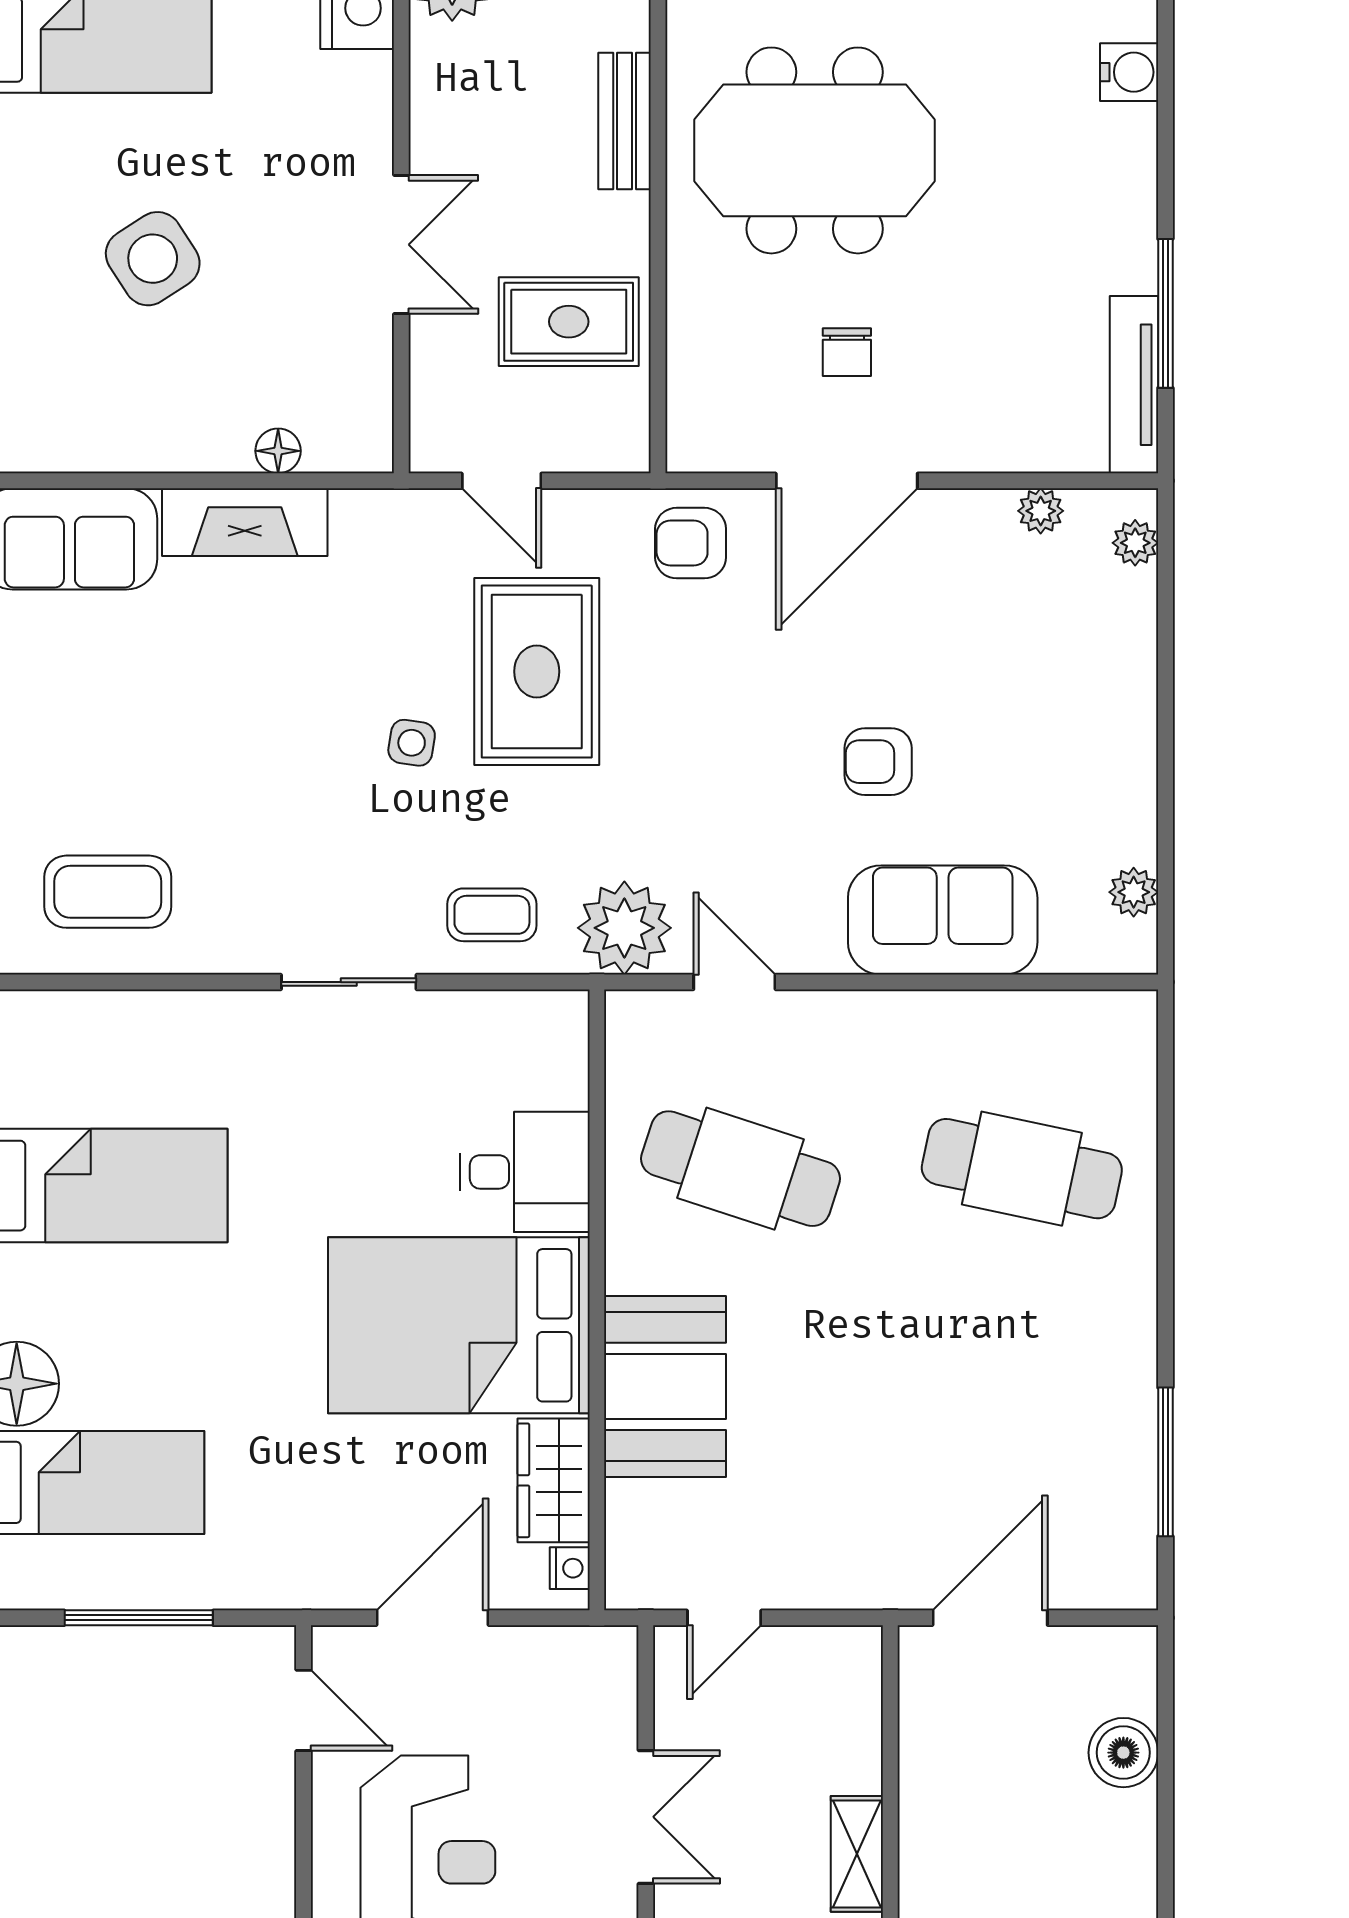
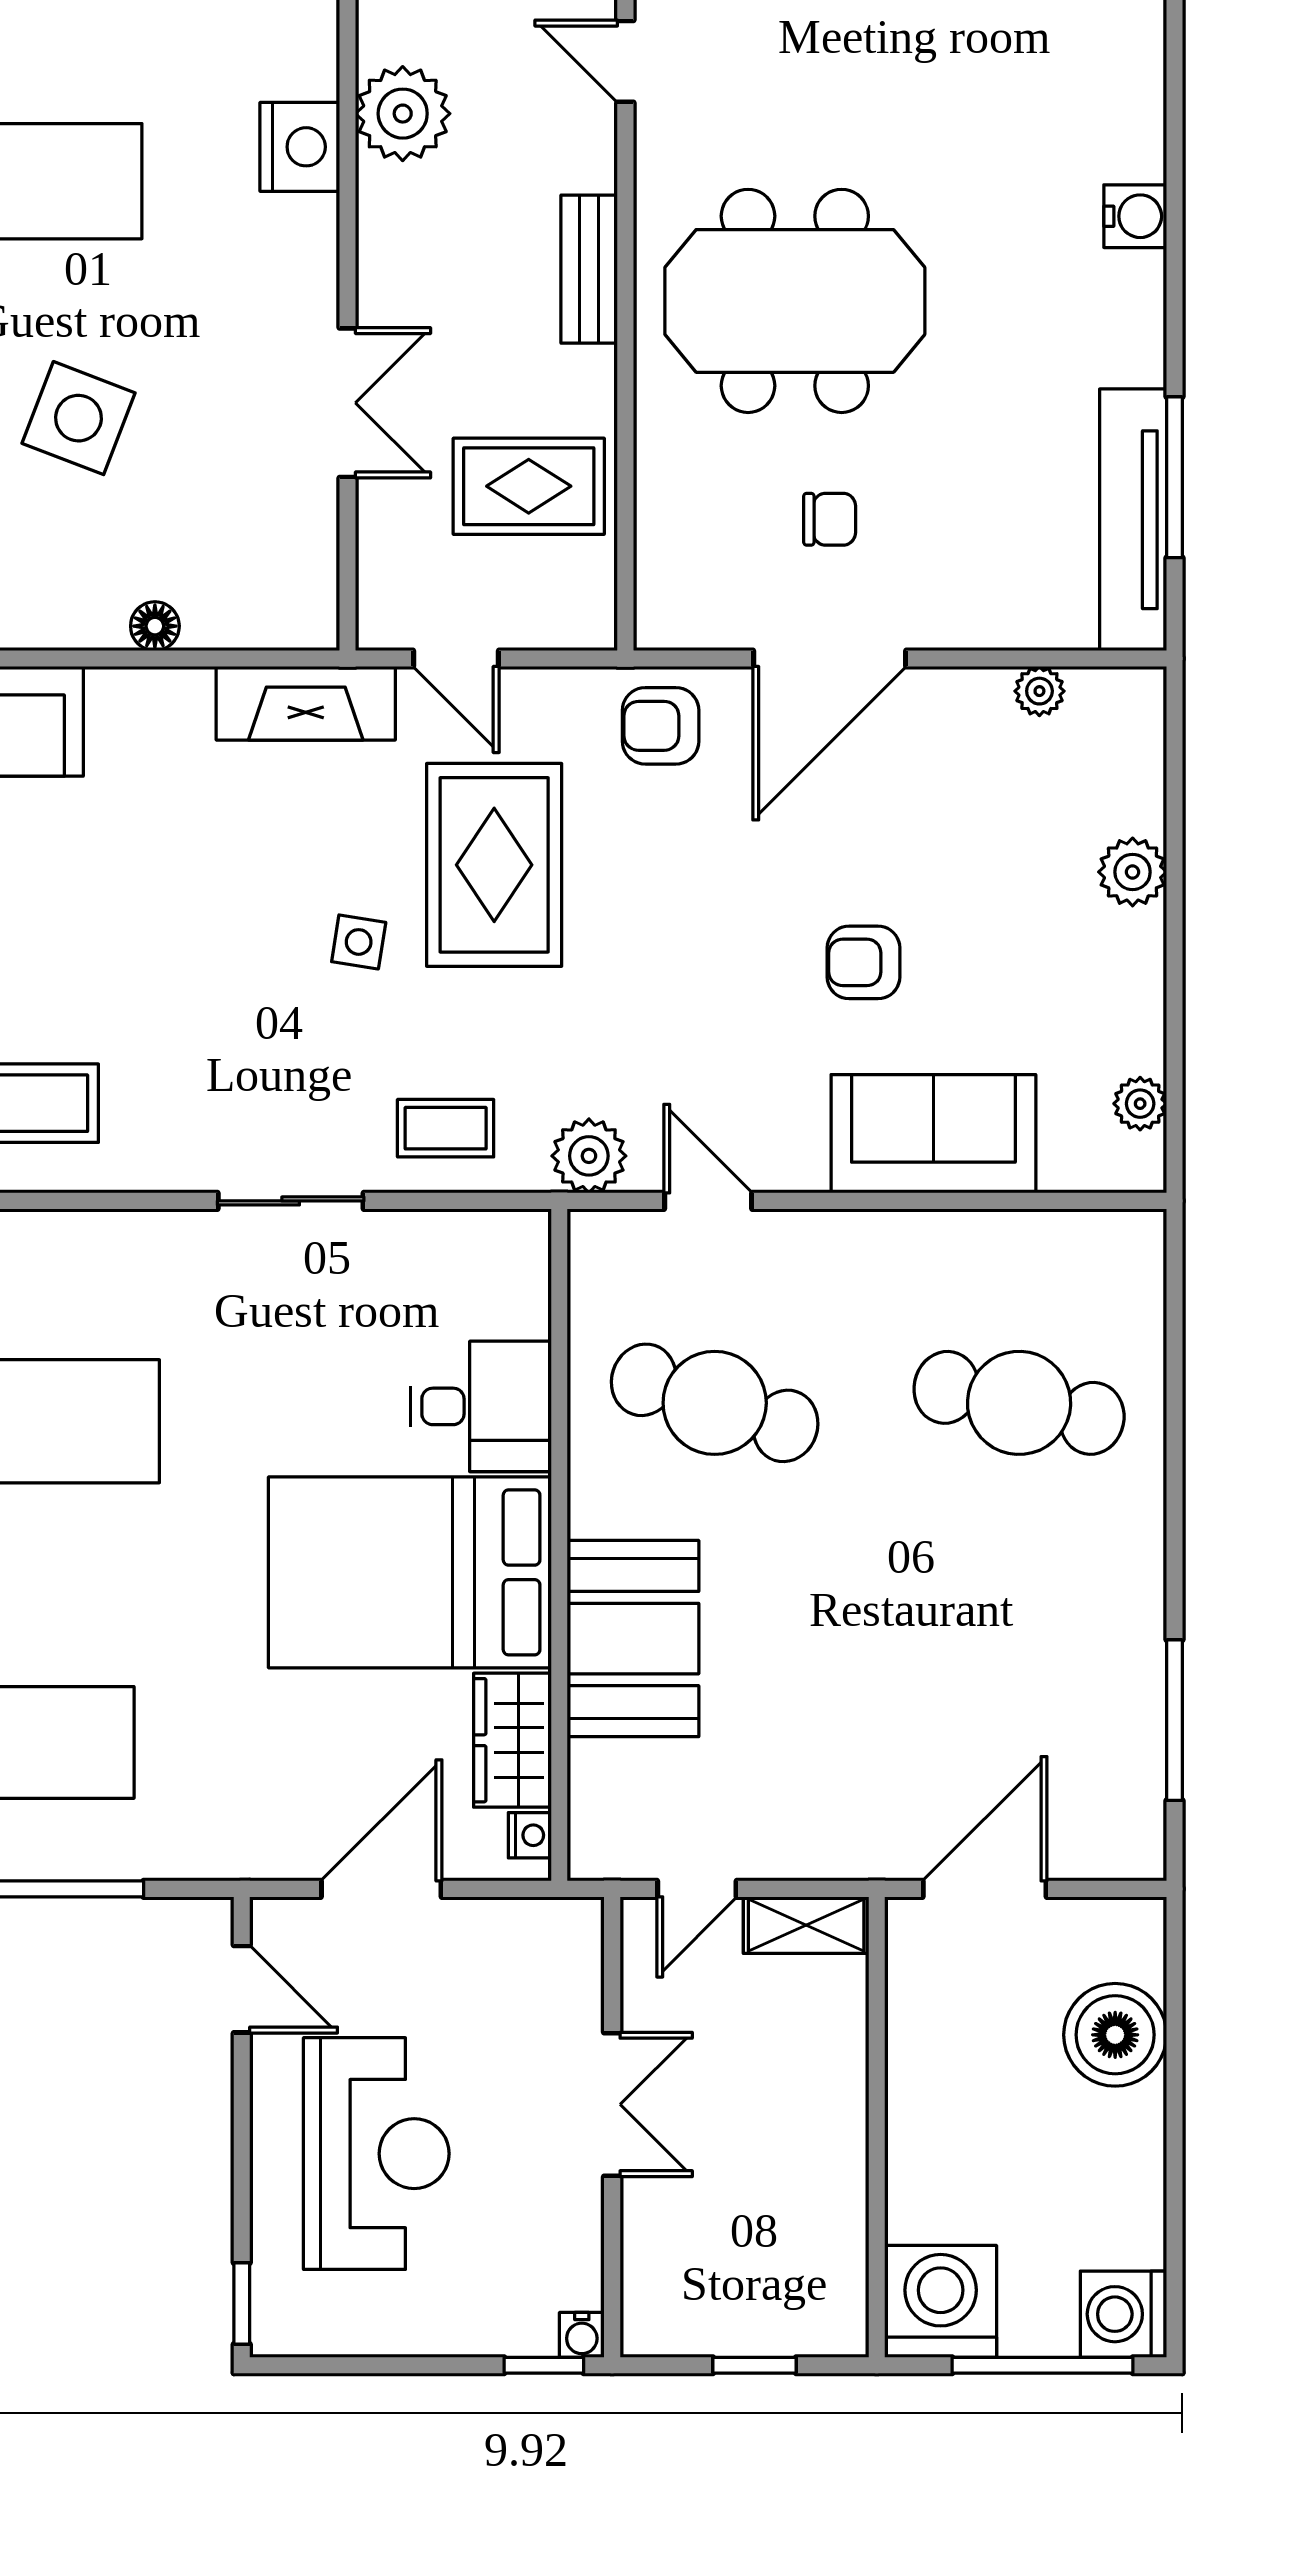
side table: (153, 259) -> (78, 418), turned -36
chair: (847, 352) -> (830, 519), turned -90
tv unit: (1134, 385) -> (1133, 520), width x1.36, depth x1.29
floor lamp: (278, 451) -> (155, 626), moved
fireplace: (245, 522) -> (306, 703), moved
plant: (1135, 543) -> (1133, 872), moved, width x1.38, depth x1.38
plant: (624, 928) -> (589, 1156), width x0.73, depth x0.73
boiler: (1123, 1753) -> (1115, 2035), width x1.37, depth x1.37
shelving: (857, 1854) -> (806, 1925), moved, turned 90

